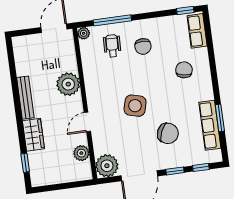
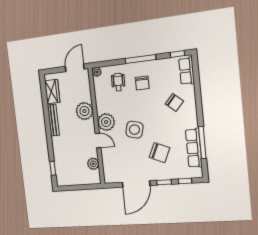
window: (112, 20) -> (140, 59), moved
chair: (184, 70) -> (174, 103), turned 121
window: (220, 118) -> (202, 143), width x1.44
door: (87, 122) -> (98, 141), swing flipped
wardrobe: (33, 135) -> (52, 92), moved
plant: (107, 166) -> (106, 122), moved

